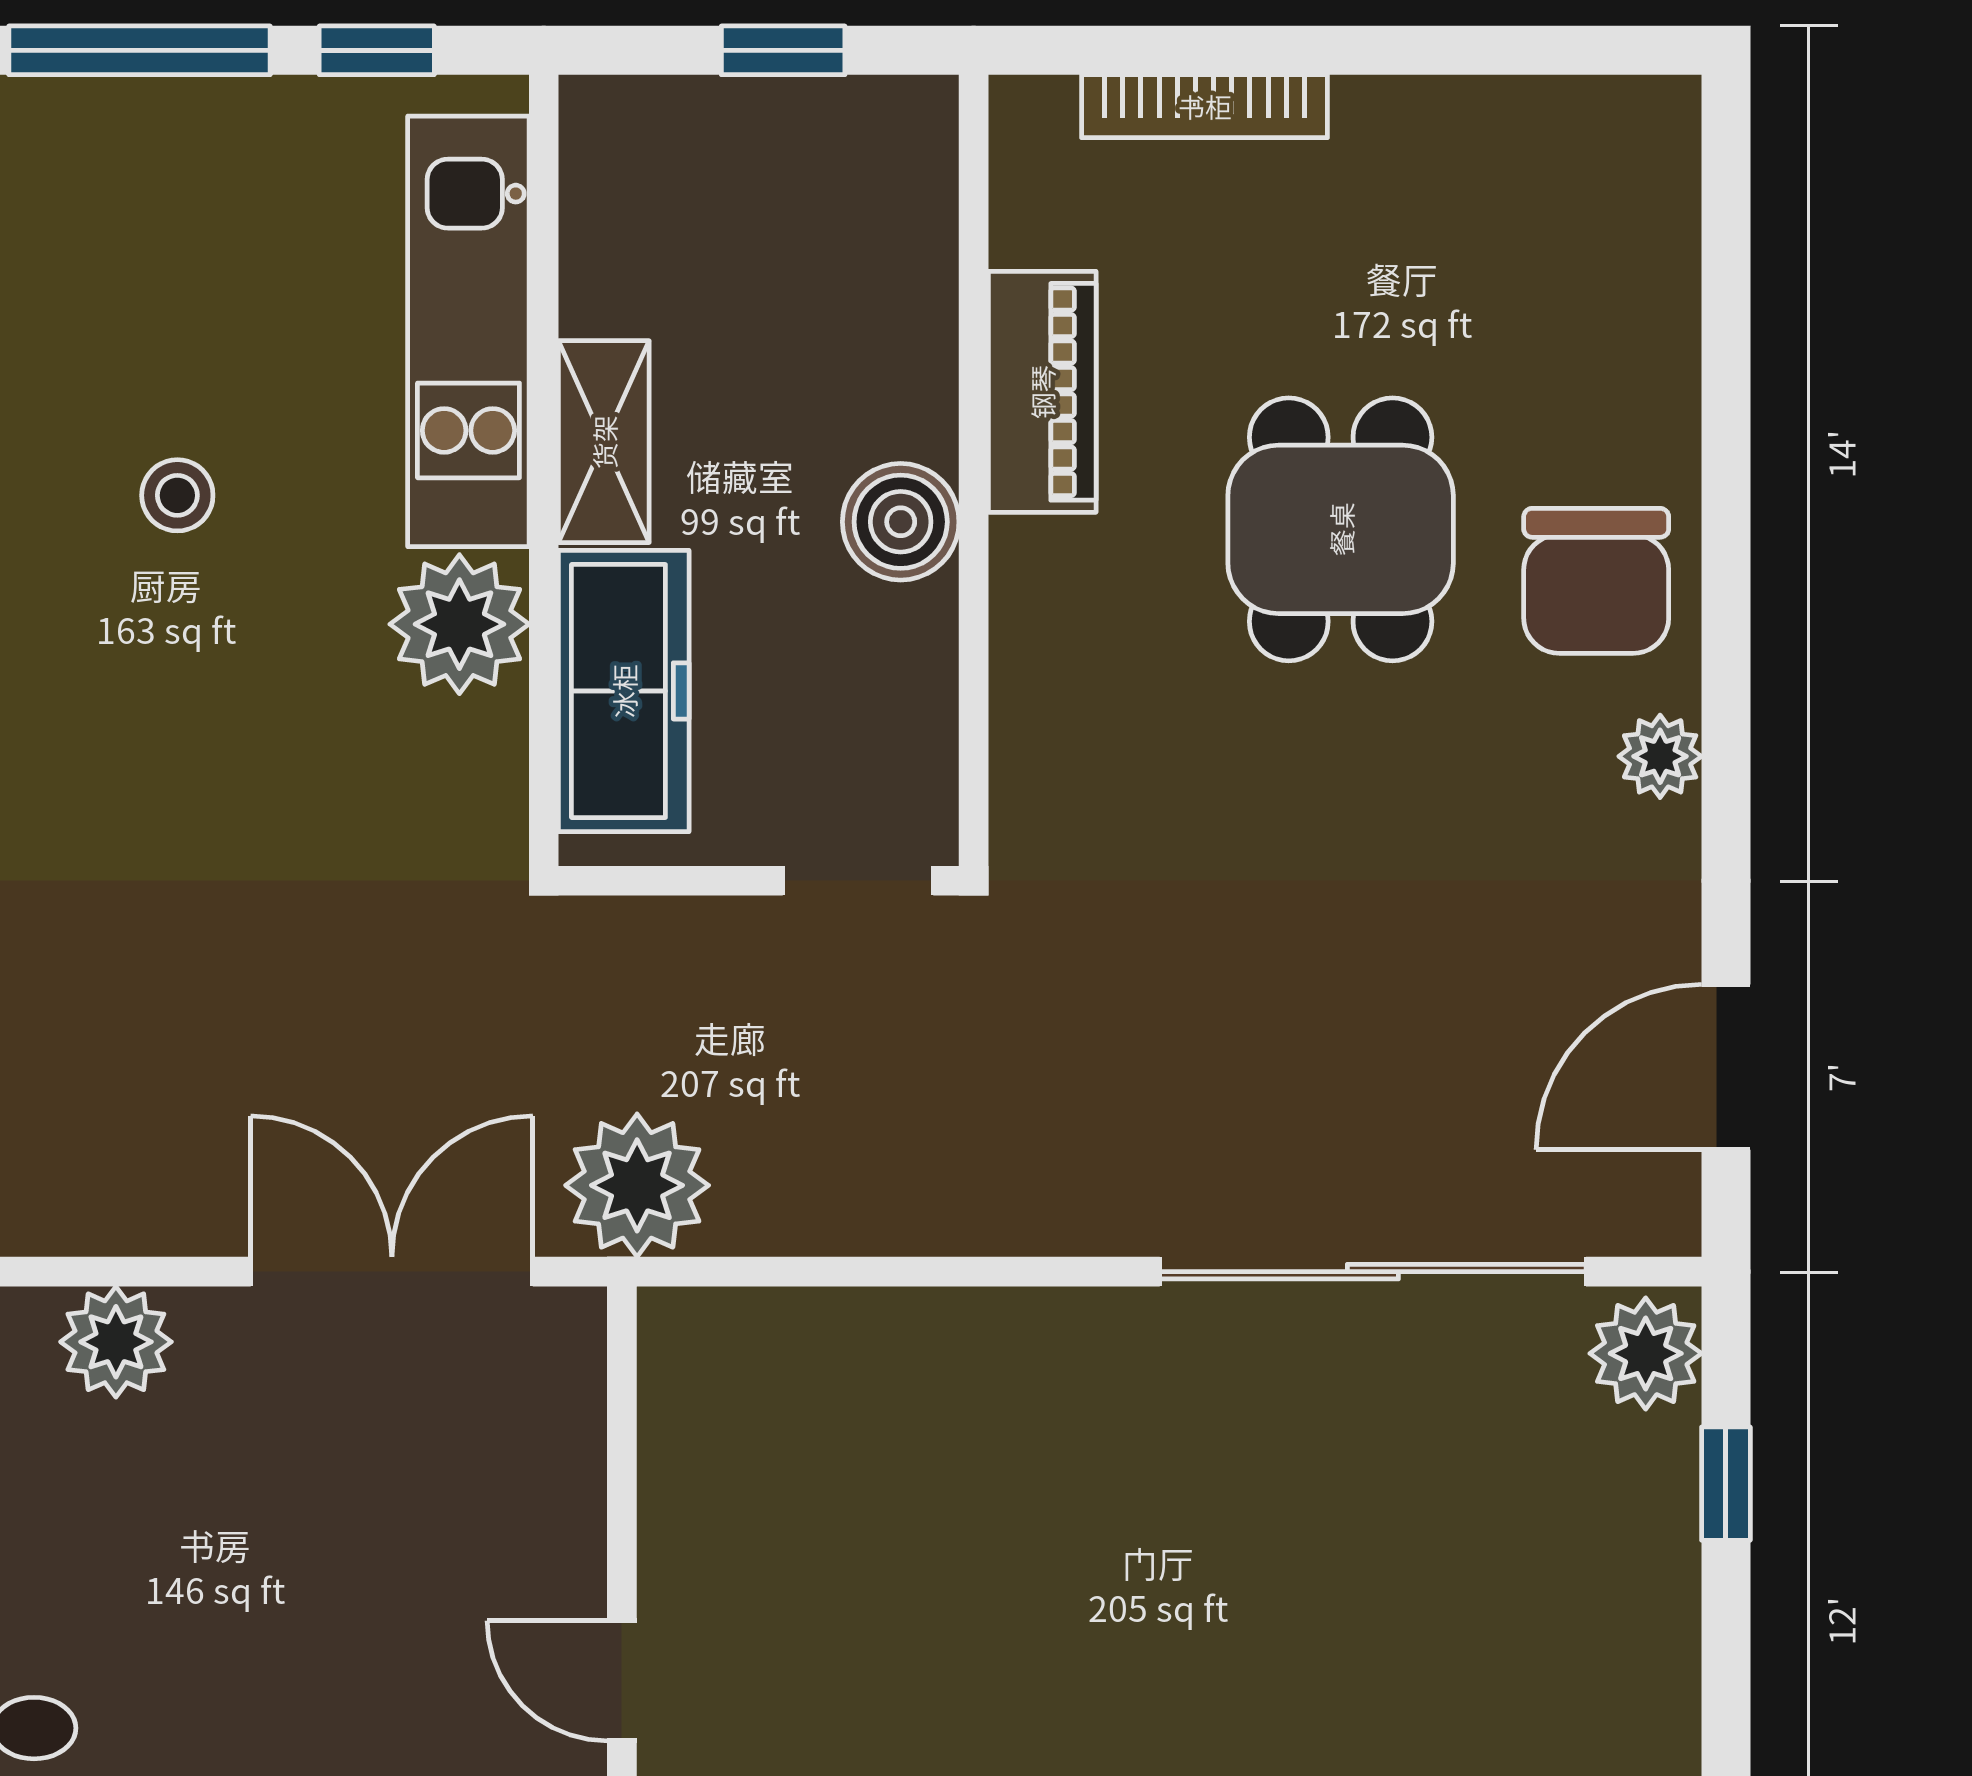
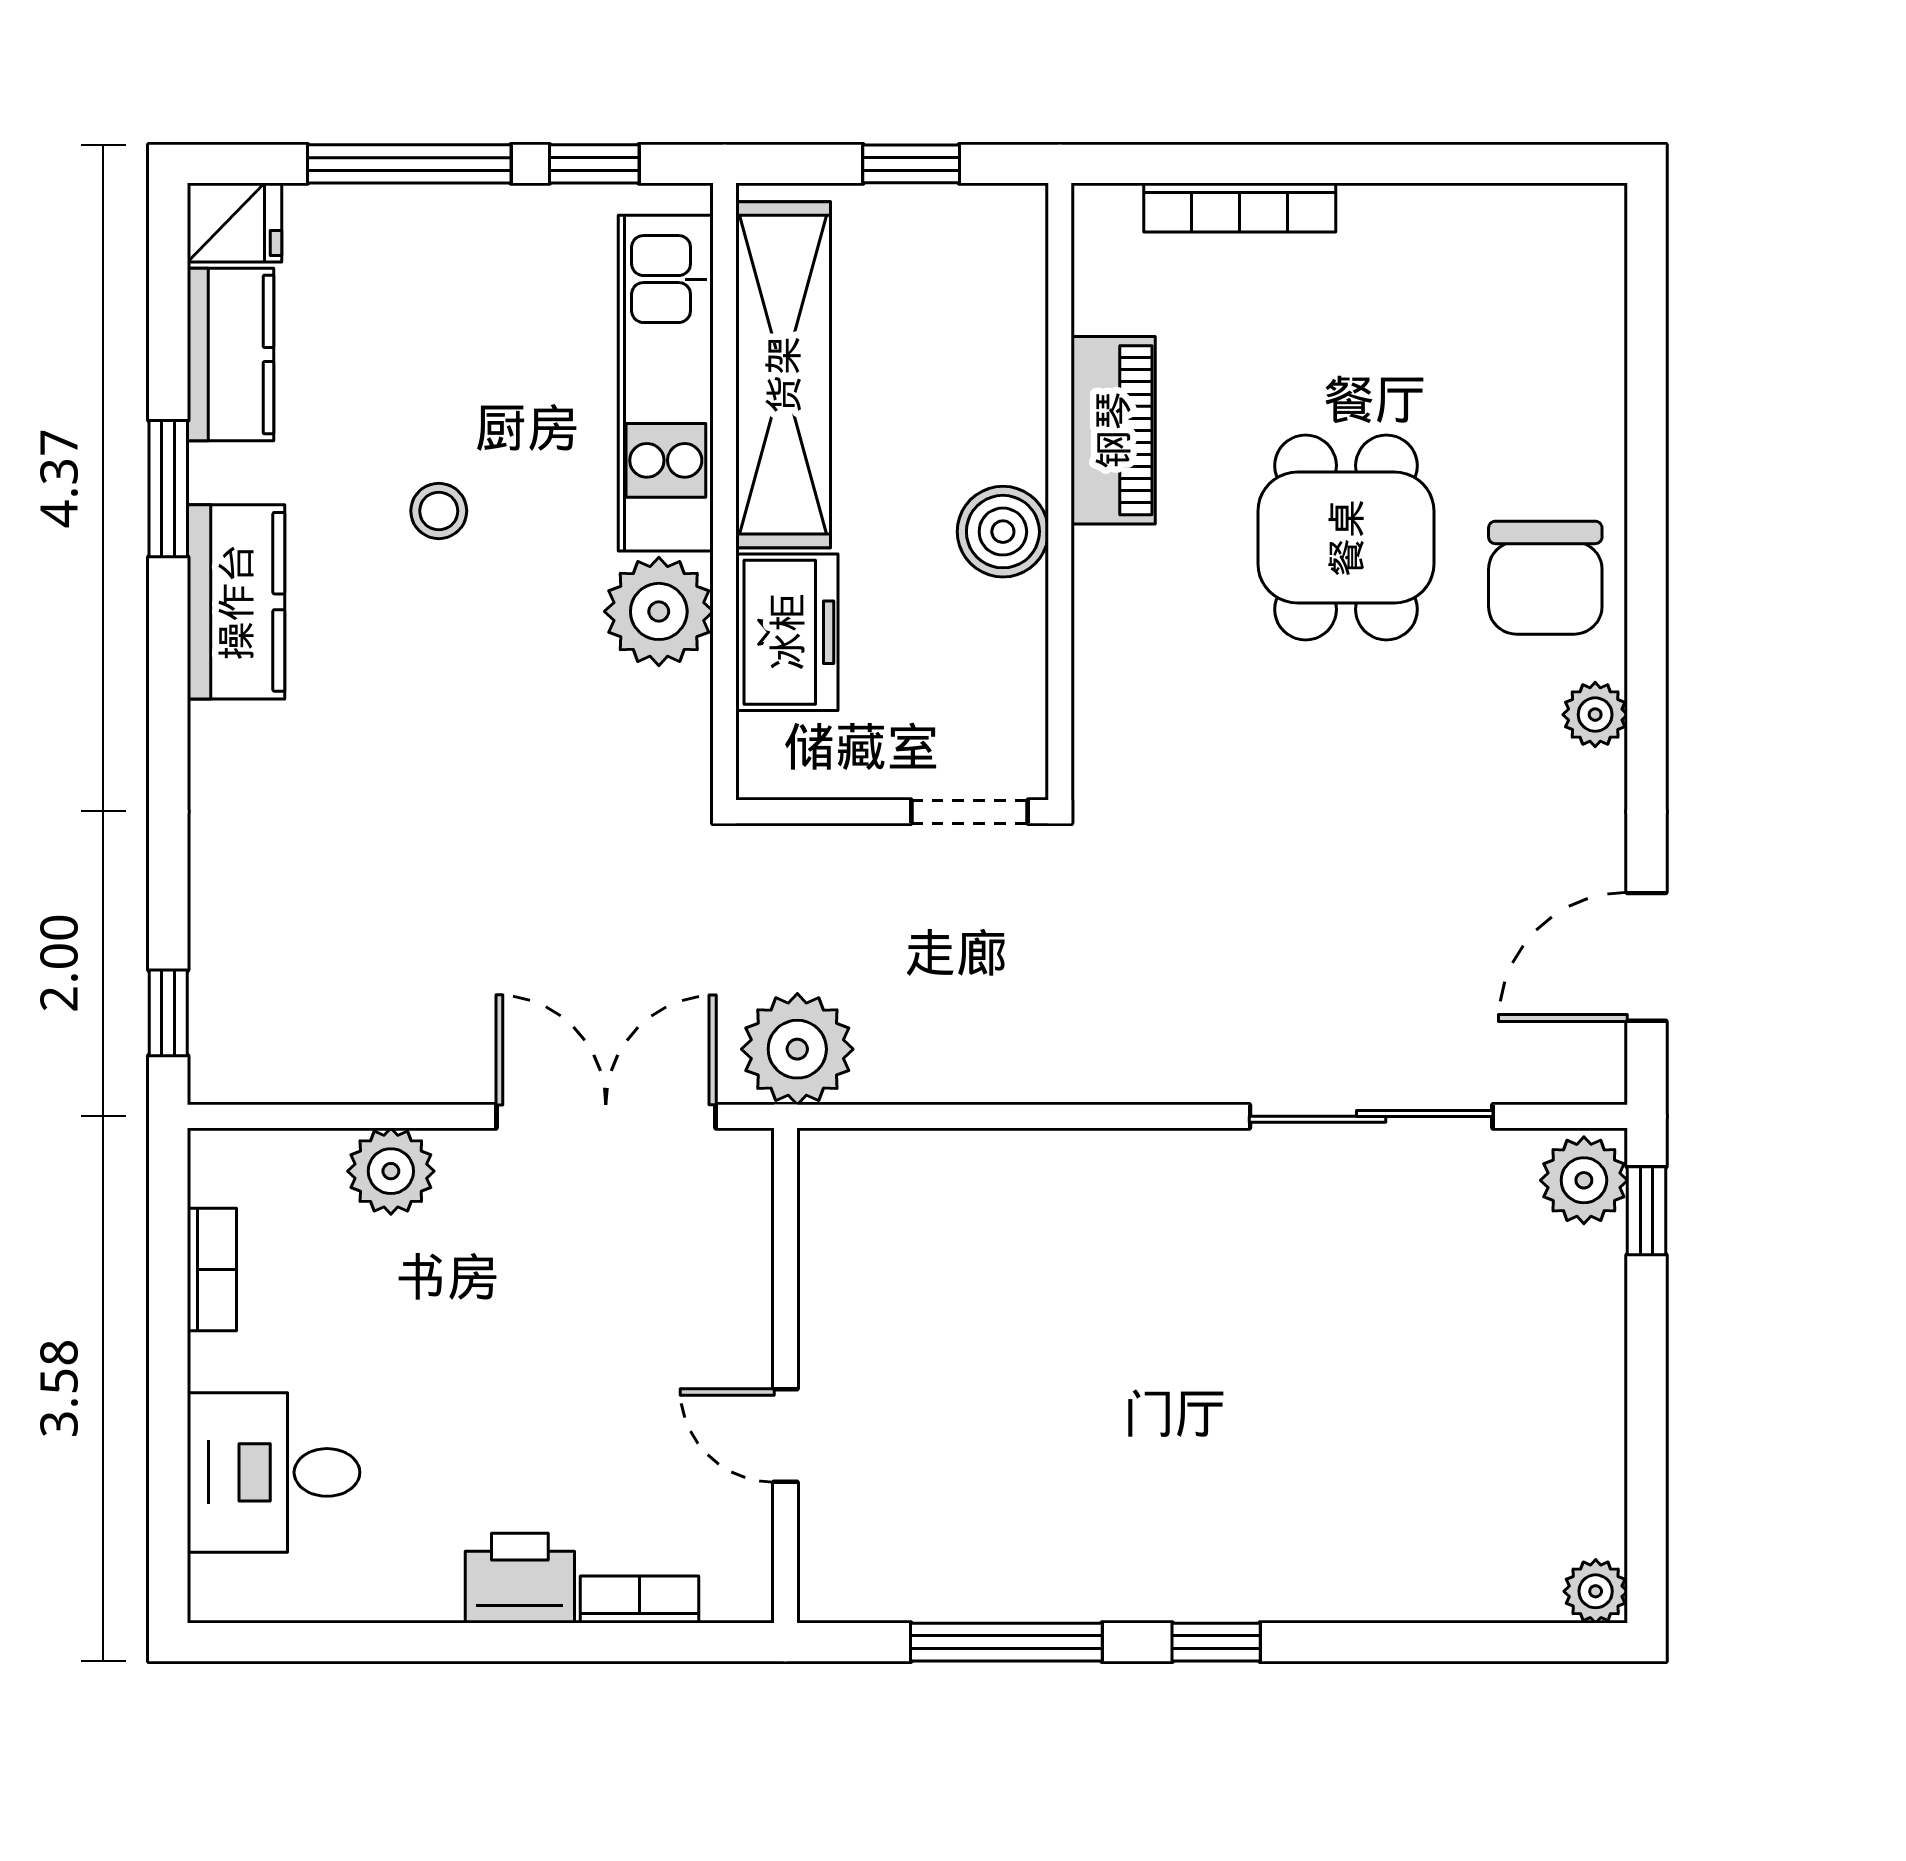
shelving: (604, 442) -> (783, 375), width x2.20, depth x1.33
freezer: (624, 691) -> (787, 632), width x0.71
sliding door: (1373, 1272) -> (1371, 1116), width x0.73
window: (1726, 1484) -> (1647, 1211), moved

